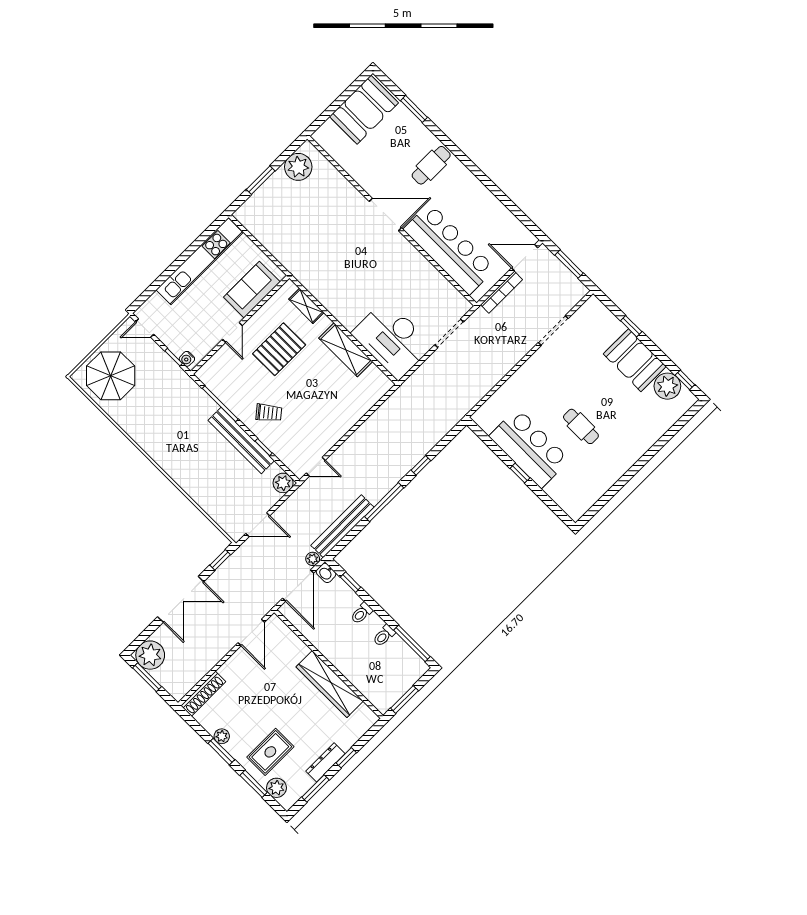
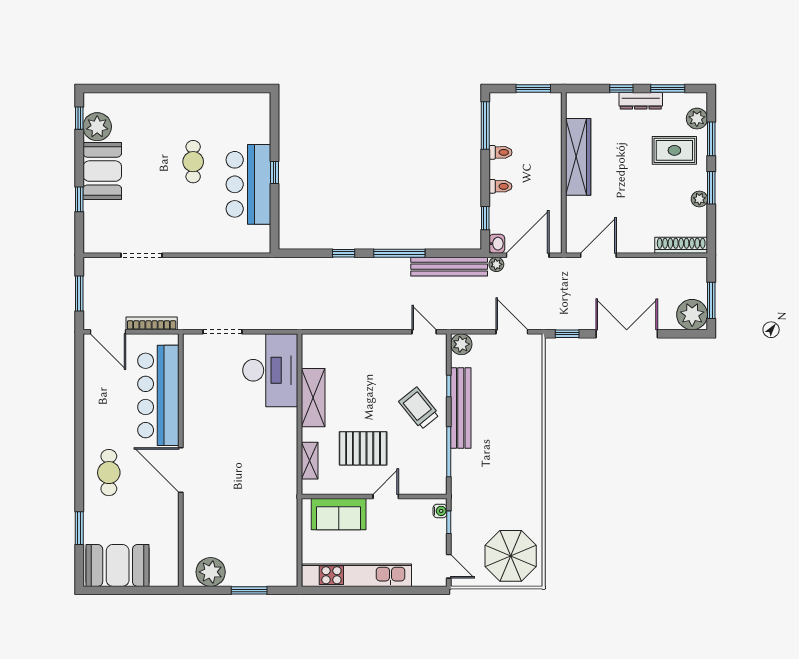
cafe table: (431, 165) -> (109, 473), turned 90
trolley: (269, 413) -> (419, 408), width x1.36, depth x1.39

